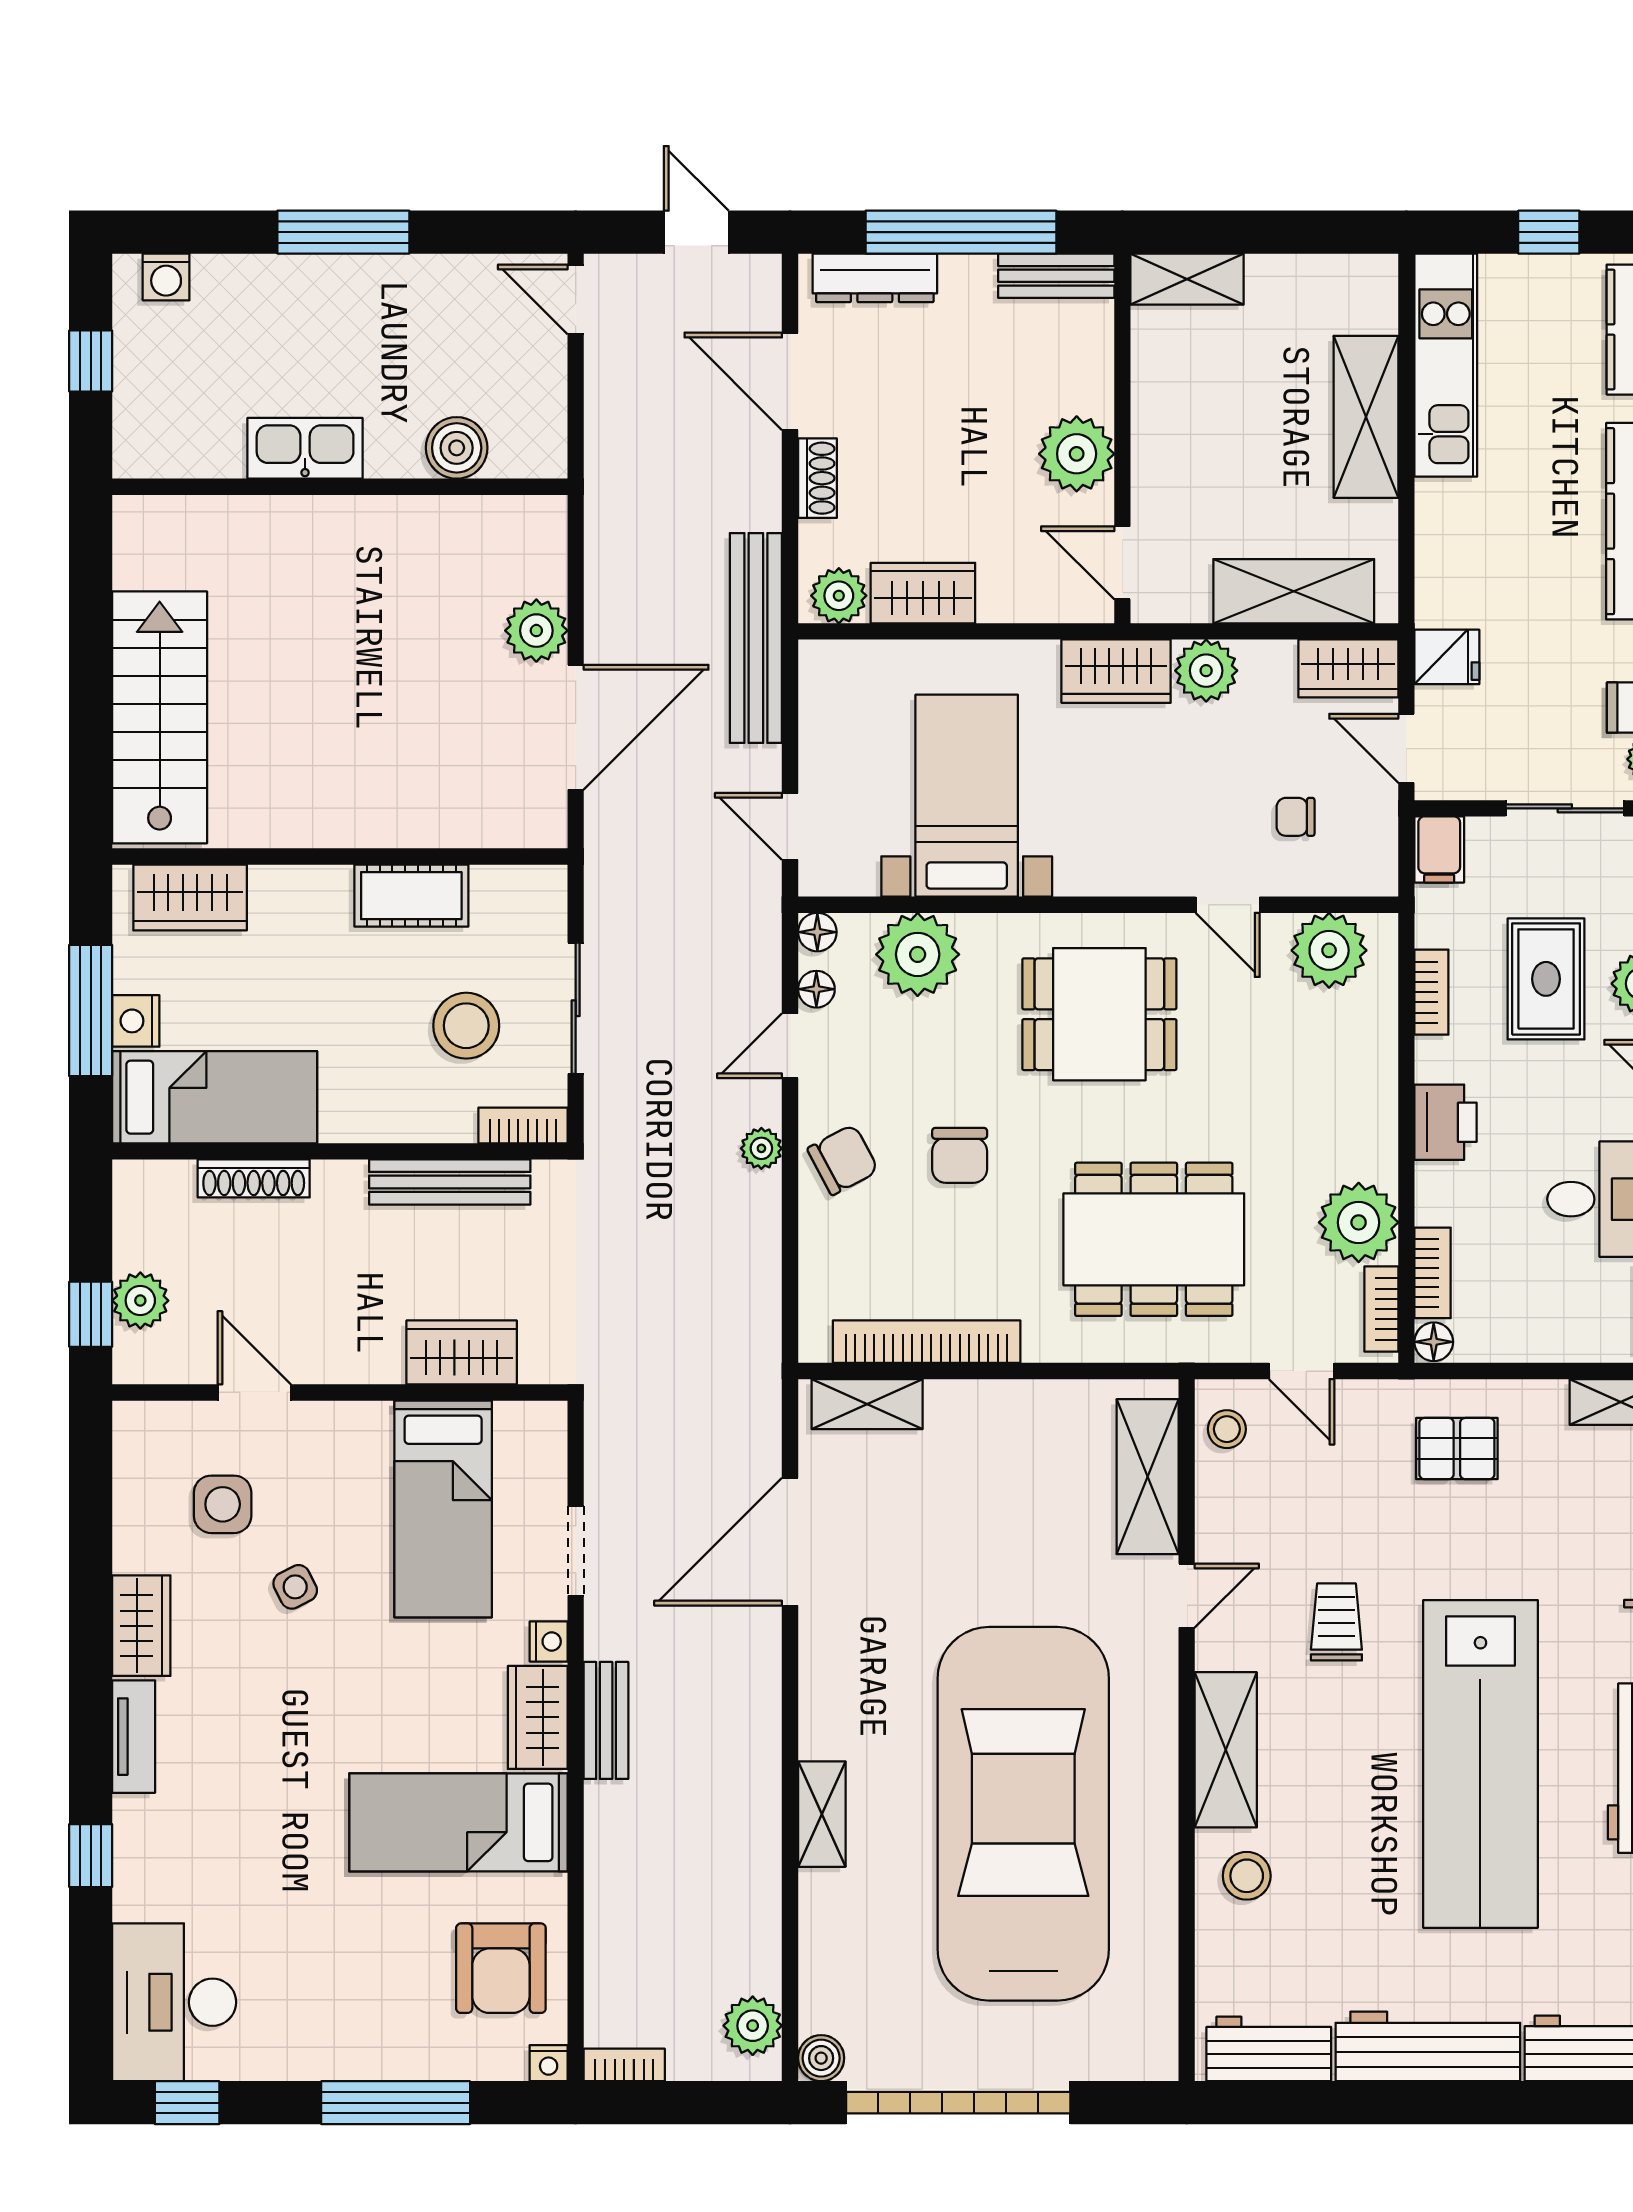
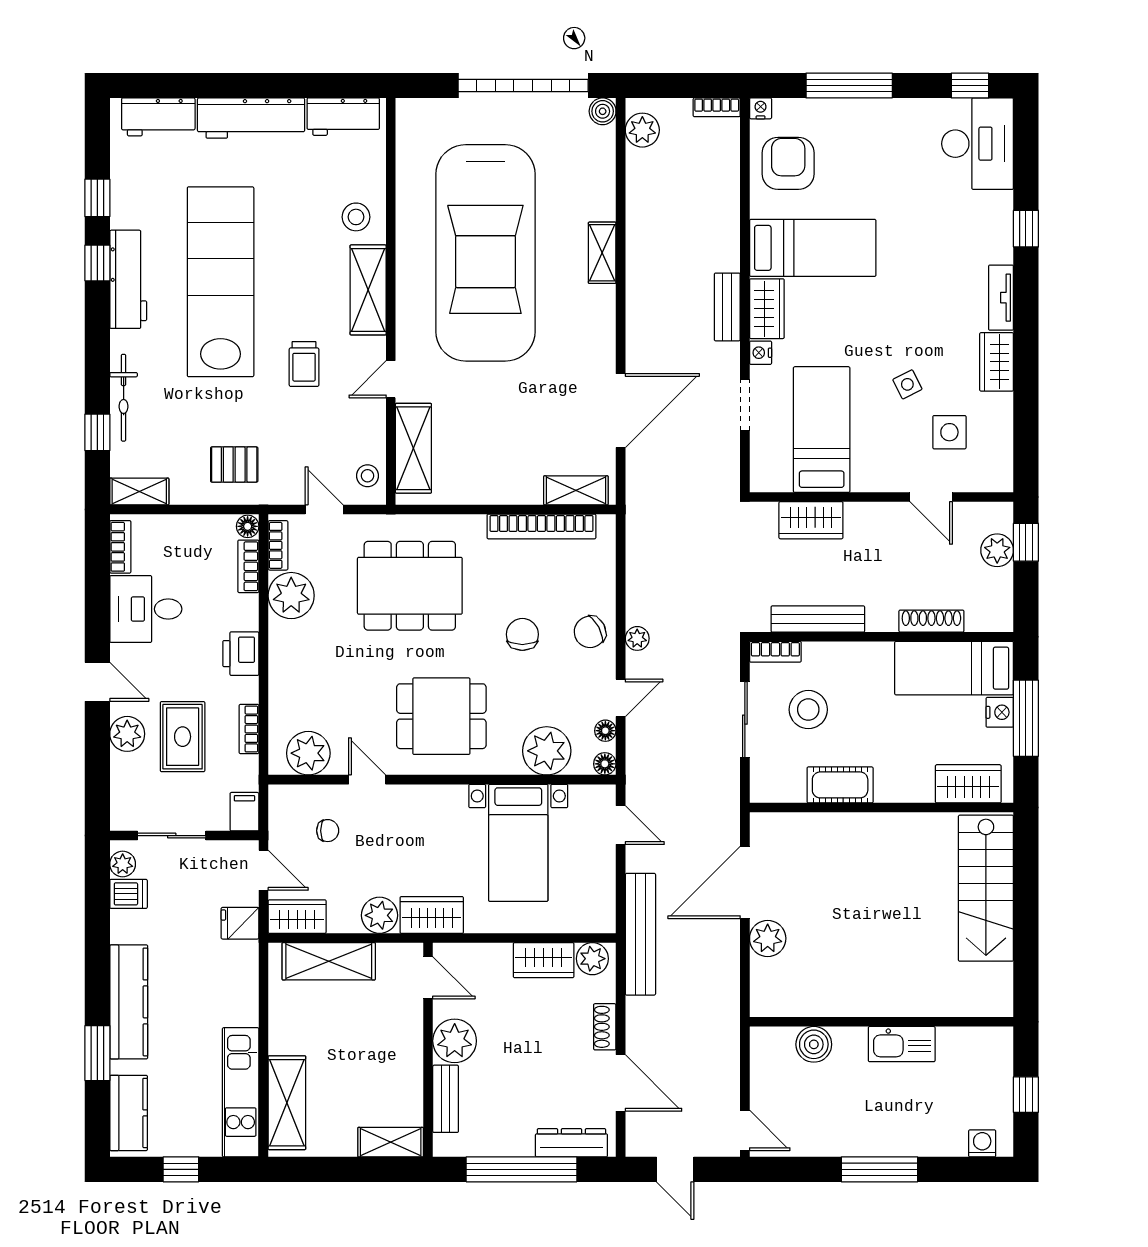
bench: (1056, 276) -> (446, 1099), moved, turned 90
shelving: (1366, 417) -> (287, 1103), moved

